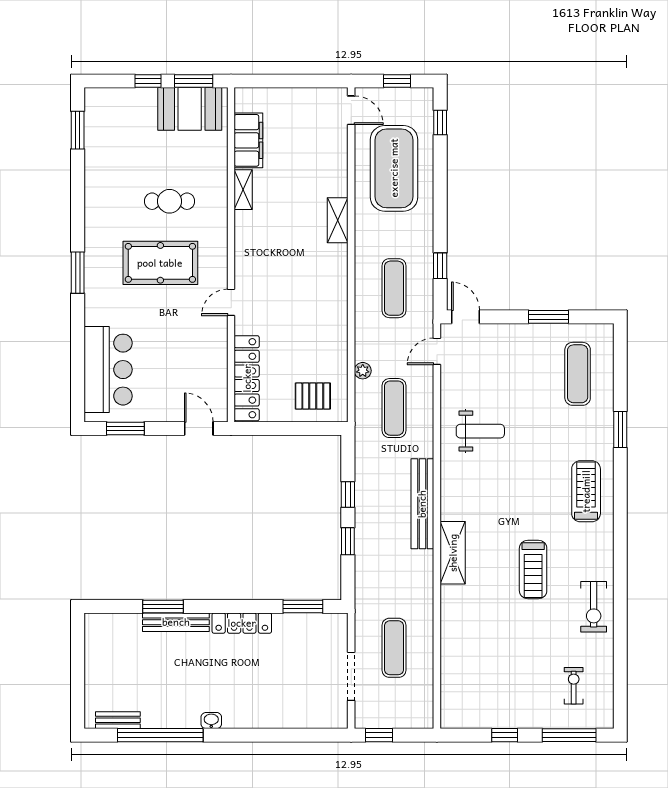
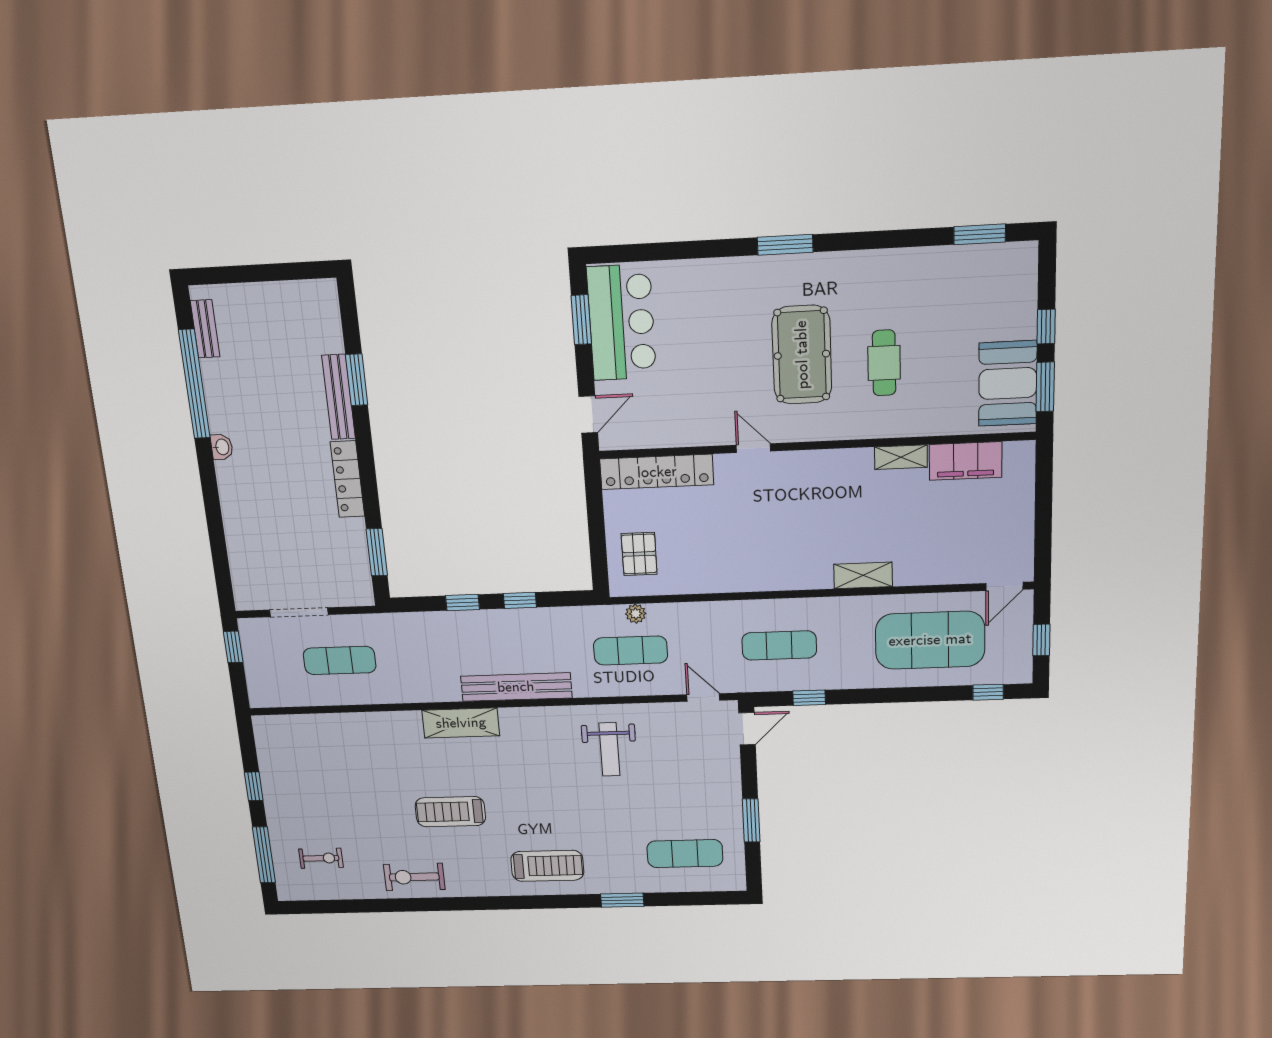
bar counter: (108, 370) -> (622, 323), moved, turned -90
plant: (363, 371) -> (636, 614), moved

